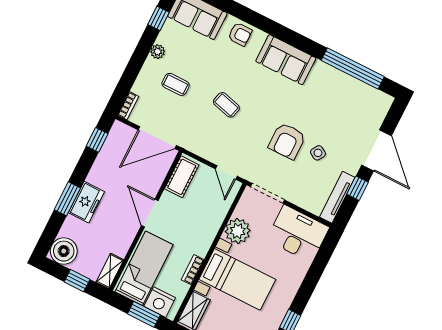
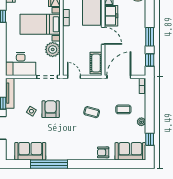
sofa: (286, 60) -> (30, 151), moved
window: (353, 69) -> (49, 164), moved
window: (67, 199) -> (150, 37), moved
freezer: (86, 202) -> (111, 16), moved, turned 180

